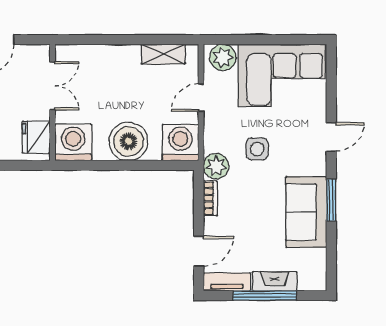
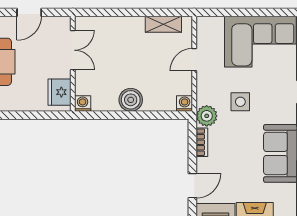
plant: (223, 57) -> (212, 27), removed
boiler: (129, 141) -> (131, 100), width x0.73, depth x0.73
washing machine: (73, 142) -> (83, 103), width x0.53, depth x0.53
washing machine: (180, 142) -> (185, 104), width x0.53, depth x0.53

